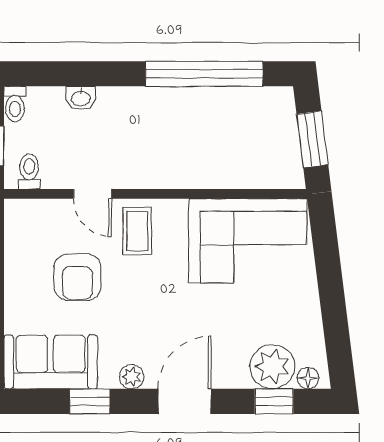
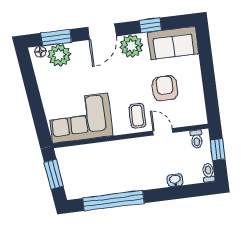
plant: (132, 377) -> (131, 46), width x1.87, depth x1.87
window: (274, 401) -> (56, 37), width x1.50

